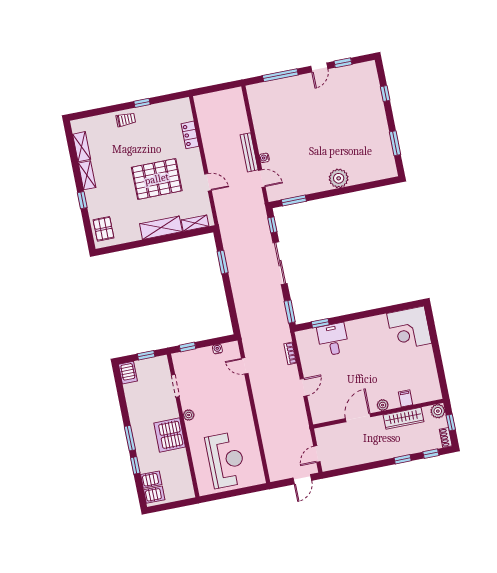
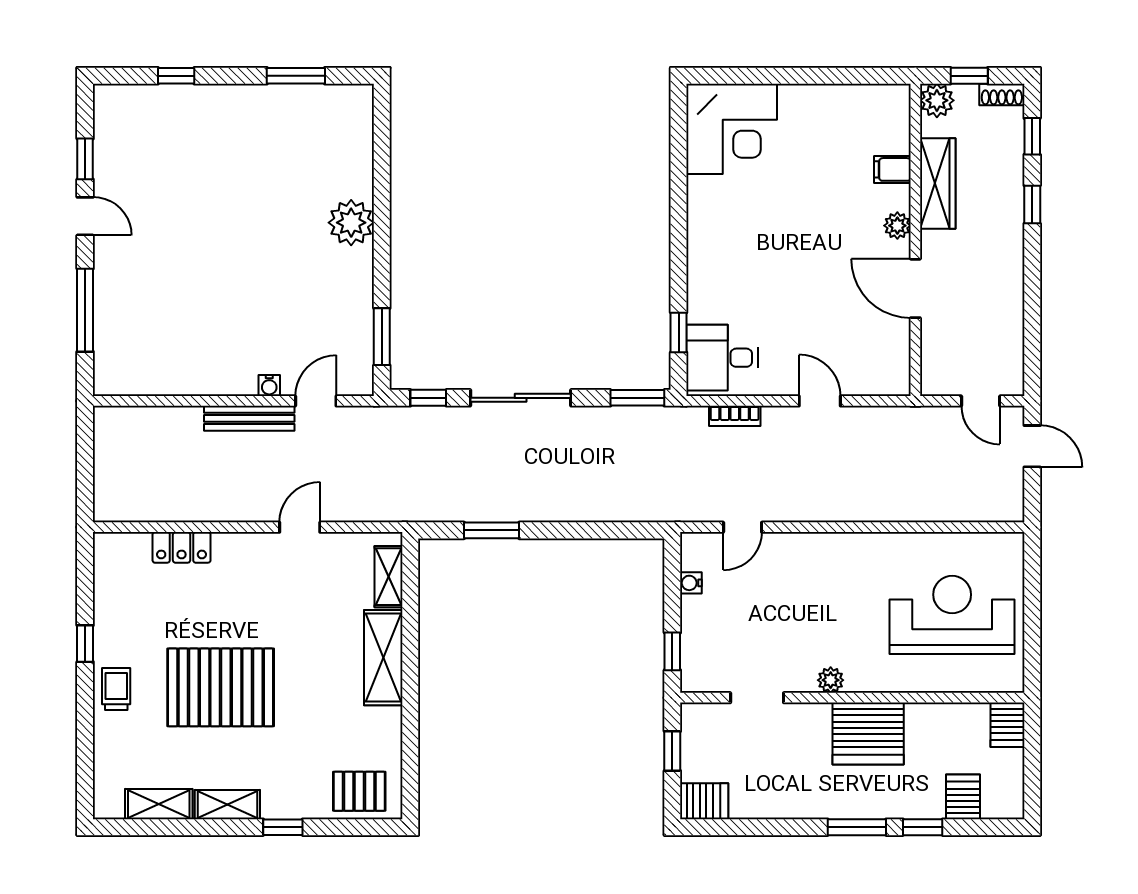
pallet: (157, 179) -> (221, 687), moved, turned 90
desk: (333, 339) -> (722, 358), moved
server rack: (154, 495) -> (1007, 725), moved, turned 180

